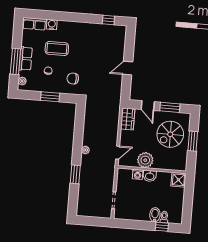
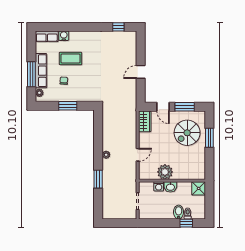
row of seats: (26, 59) -> (41, 71), width x1.48
chair: (73, 79) -> (88, 86), removed
plant: (145, 160) -> (165, 172), moved
wall: (152, 170) -> (172, 181), moved
washing machine: (138, 174) -> (159, 186), moved
washbasin: (150, 176) -> (170, 187), moved
shower: (178, 180) -> (199, 188), moved

